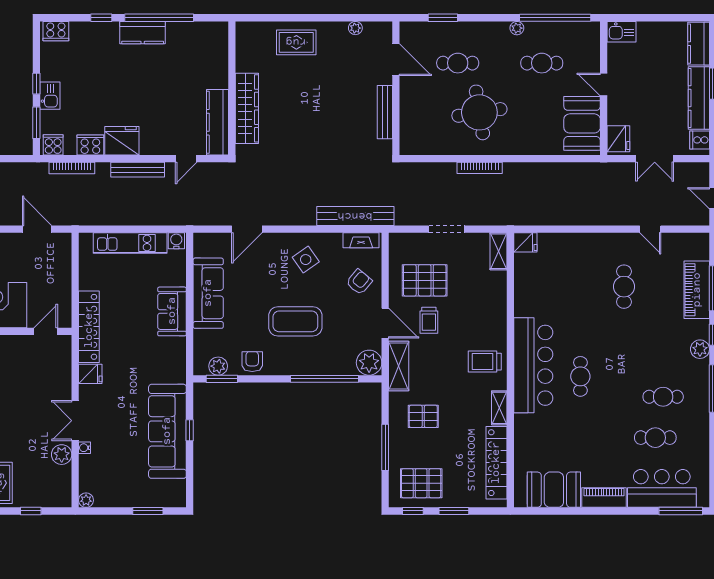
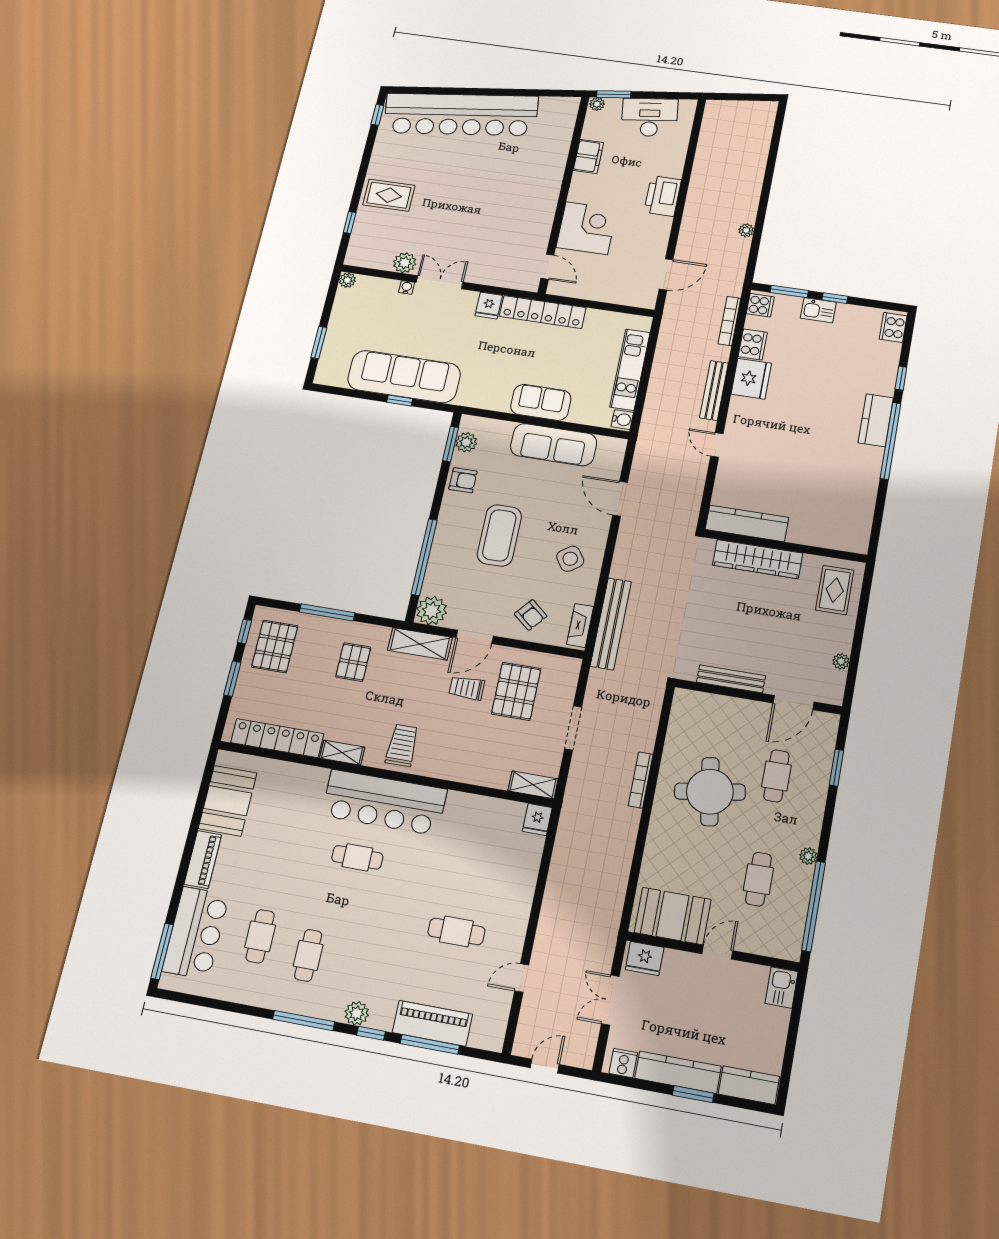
wall: (232, 88) -> (785, 546), moved
wardrobe: (247, 108) -> (758, 559), moved
kitchen counter: (217, 122) -> (747, 523), moved

